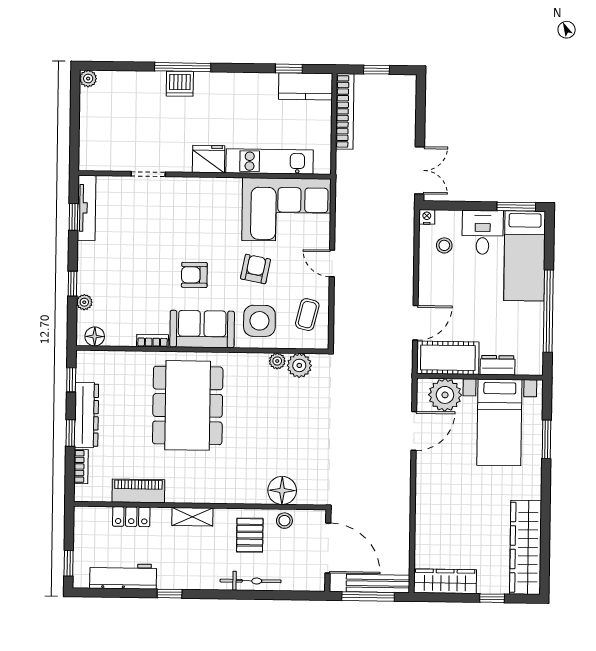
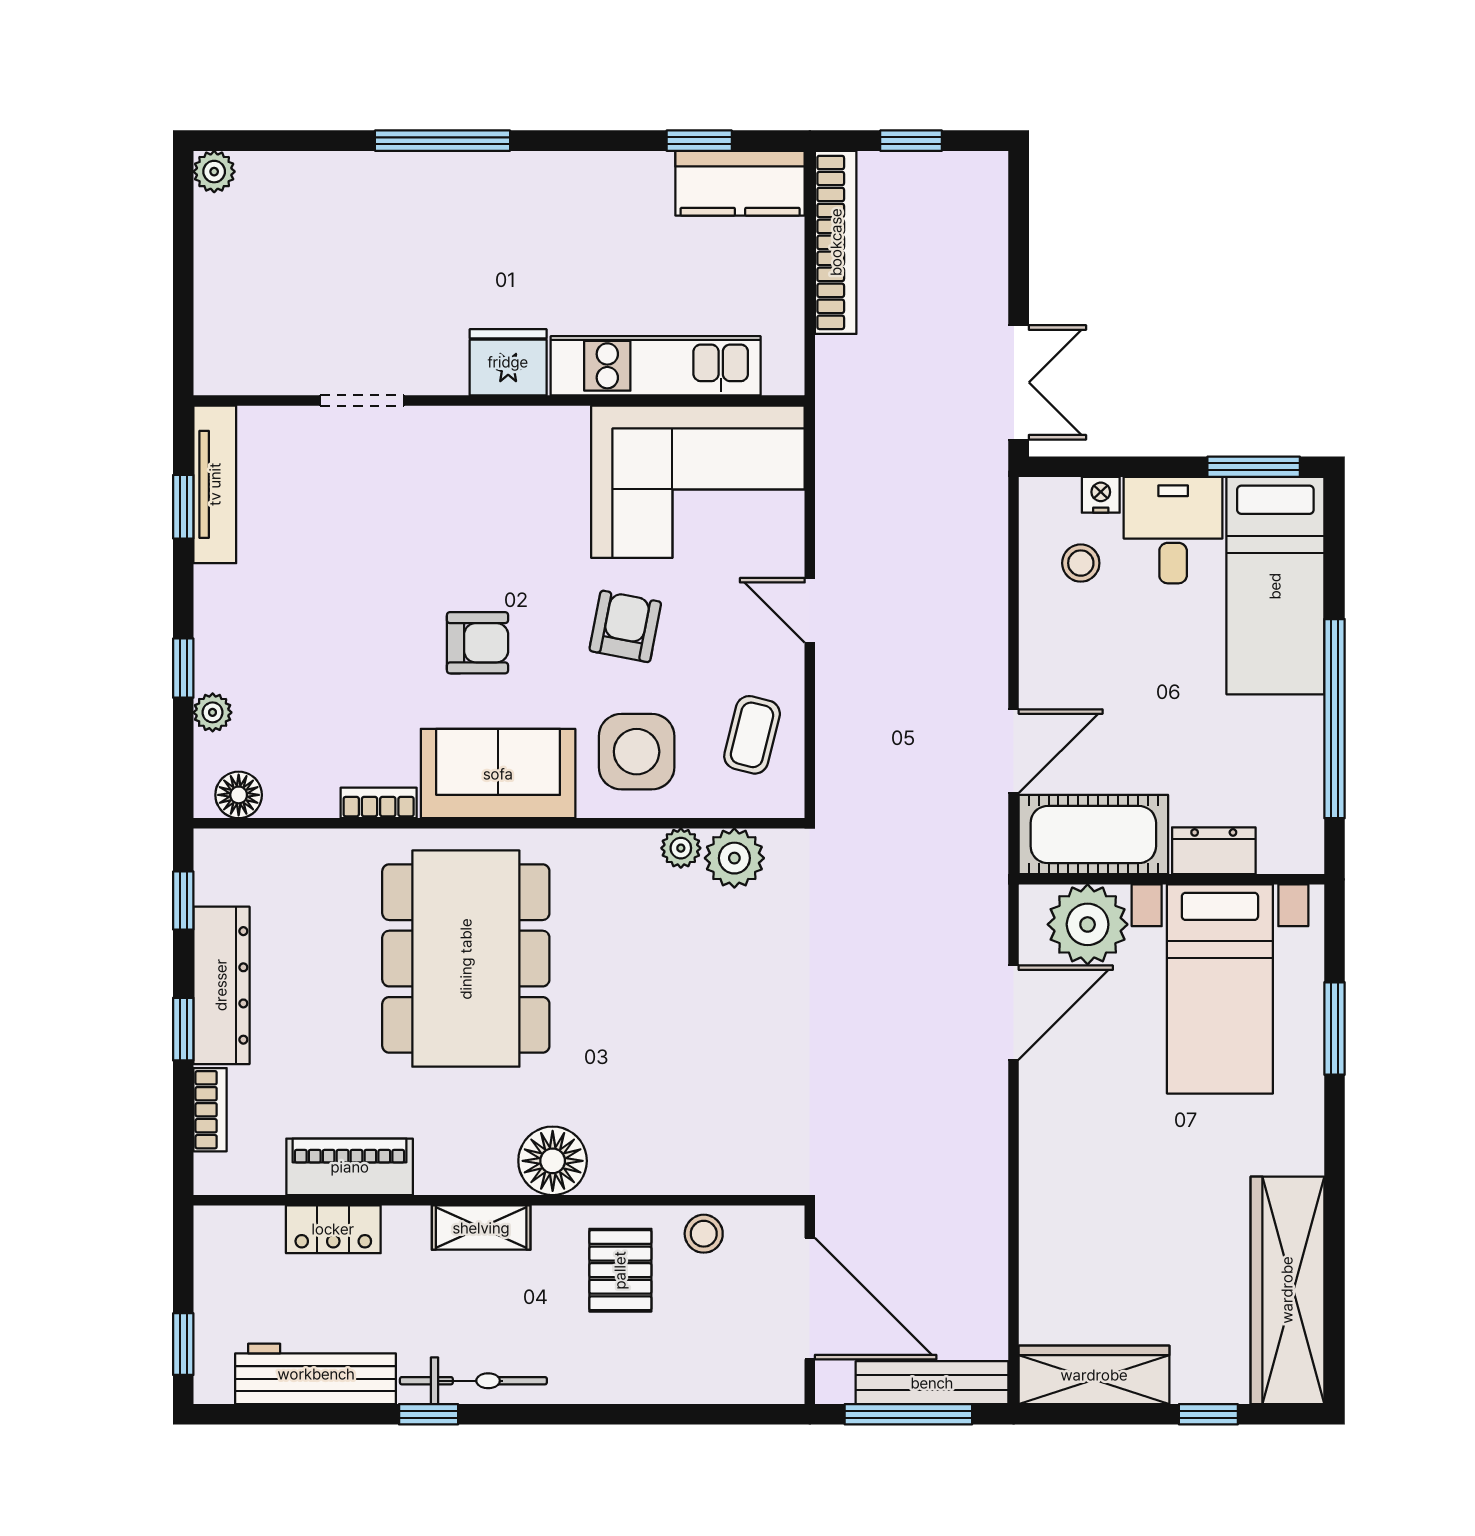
dishwasher: (180, 84) -> (436, 181), removed
nightstand: (427, 217) -> (1101, 495), moved
armchair: (194, 275) -> (478, 643), turned 180
floor lamp: (282, 490) -> (553, 1161), moved
bicycle: (251, 581) -> (473, 1381), moved

